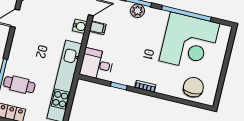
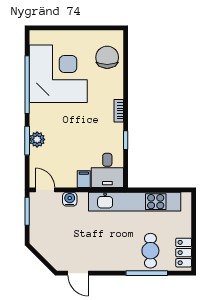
filing cabinet: (98, 28) -> (84, 179), moved
chair: (193, 87) -> (107, 57), turned 90

